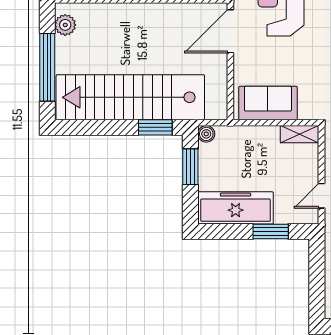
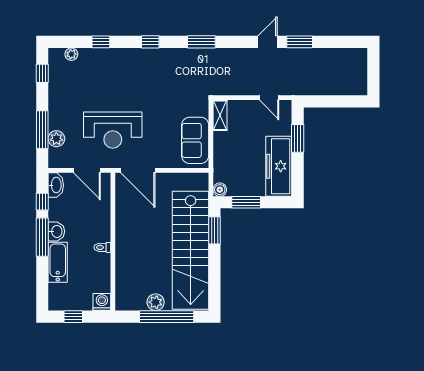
plant: (65, 25) -> (156, 302), moved

